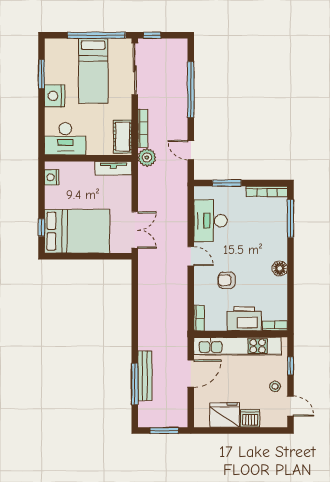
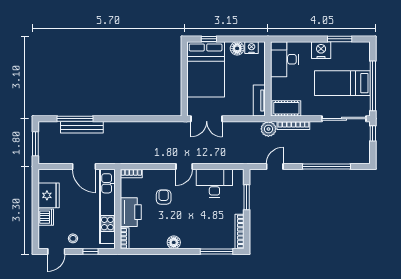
floor lamp: (52, 194) -> (237, 48), added

